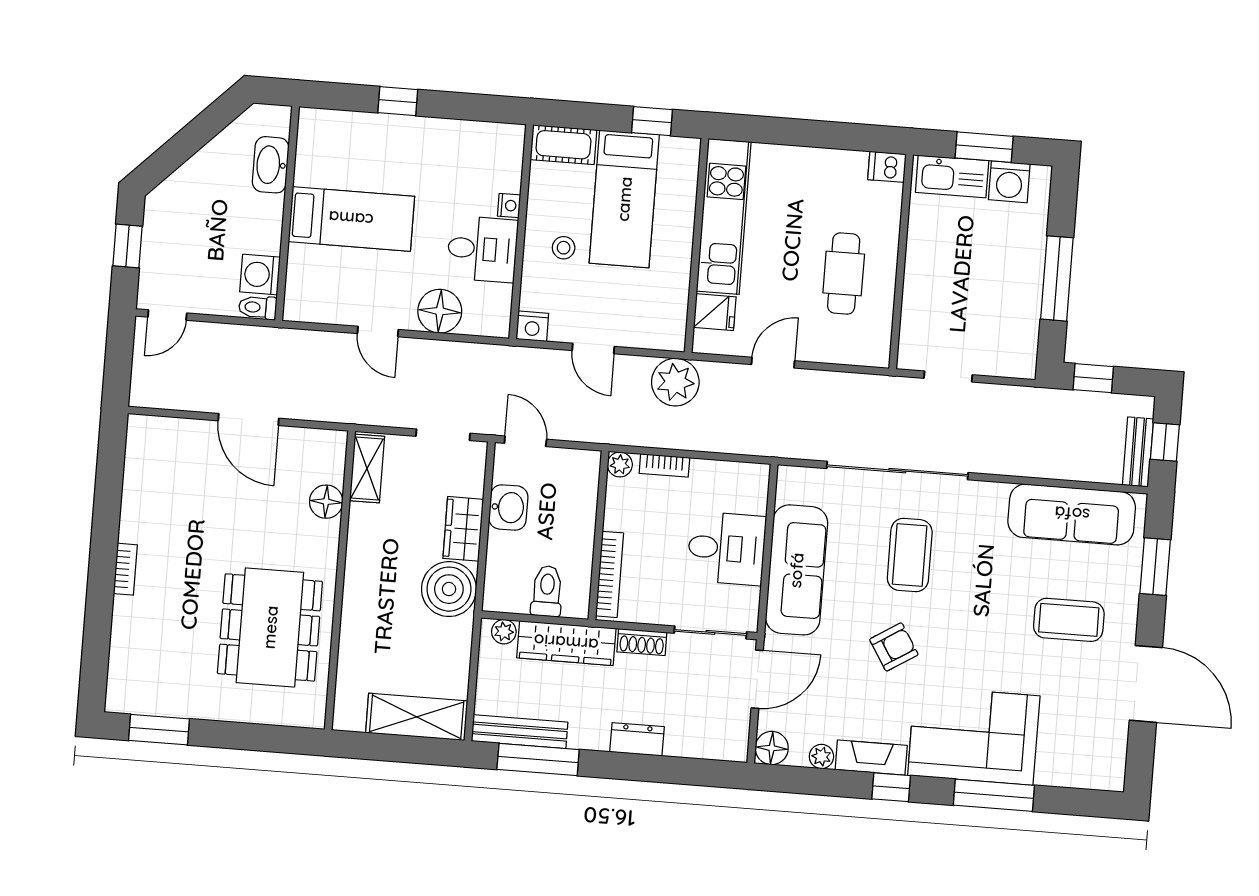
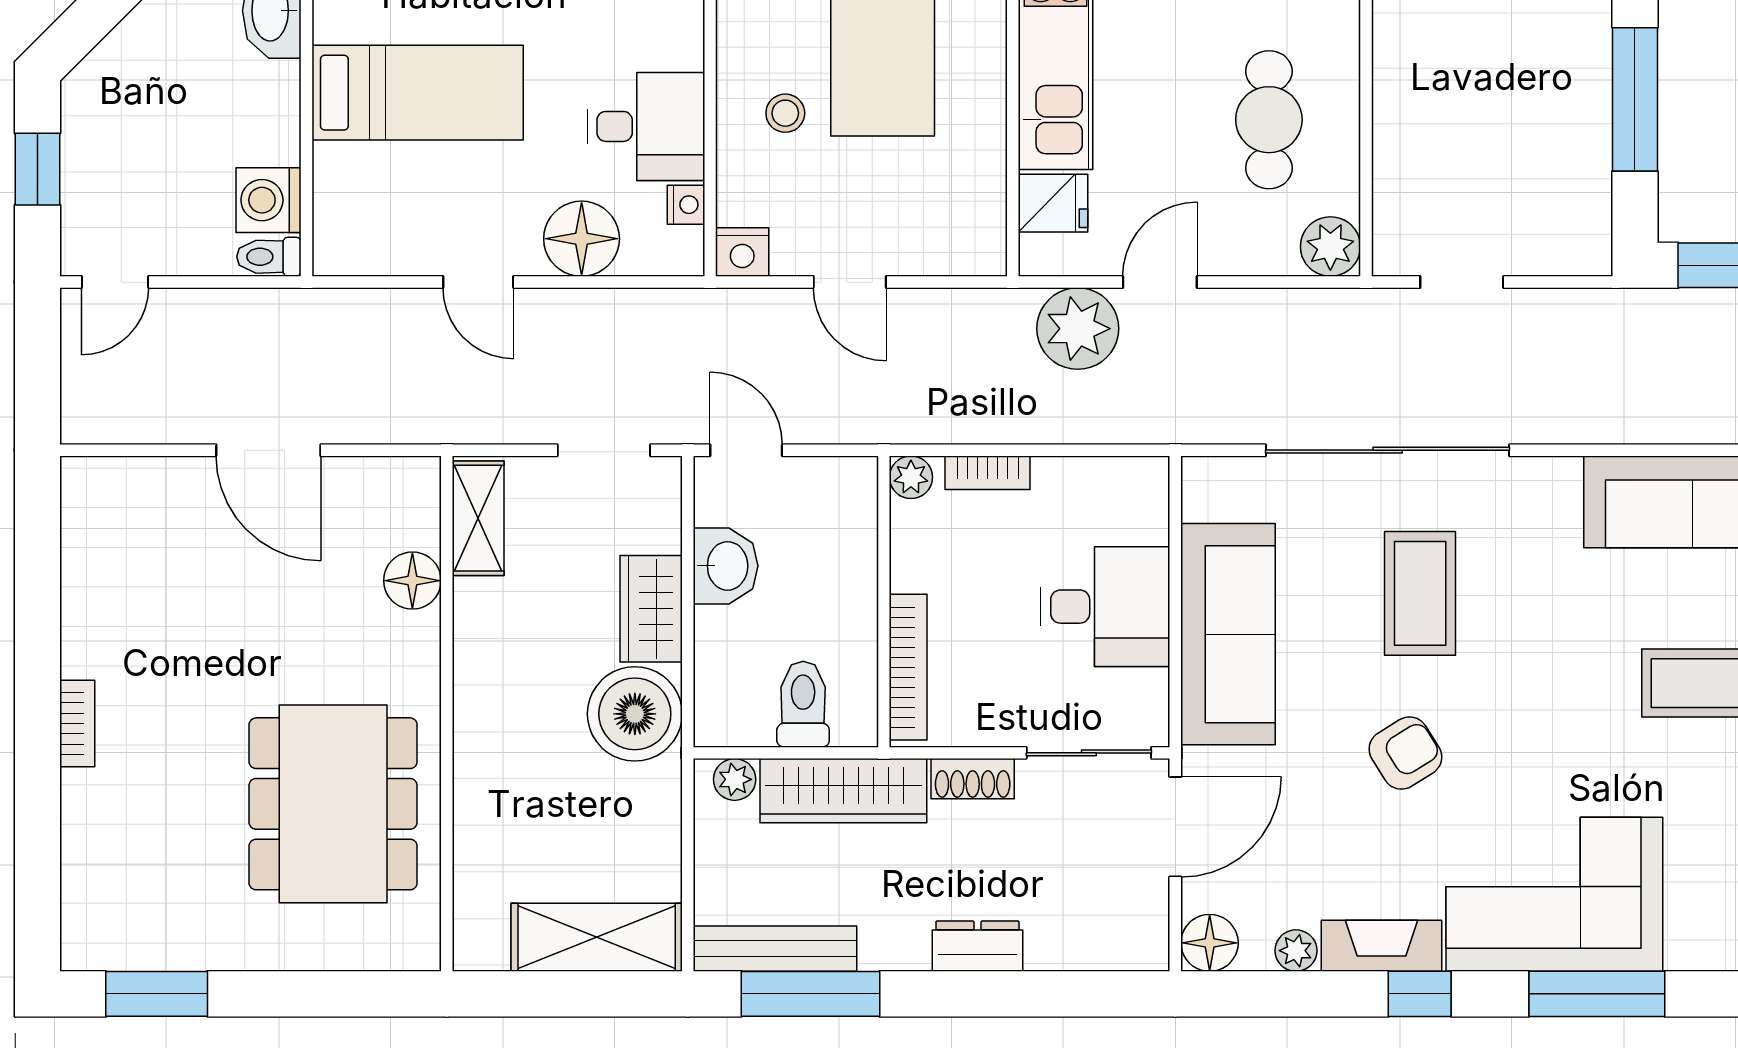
nightstand: (509, 206) -> (686, 205), moved
plant: (874, 350) -> (1330, 247), added
plant: (675, 382) -> (1078, 329), moved

